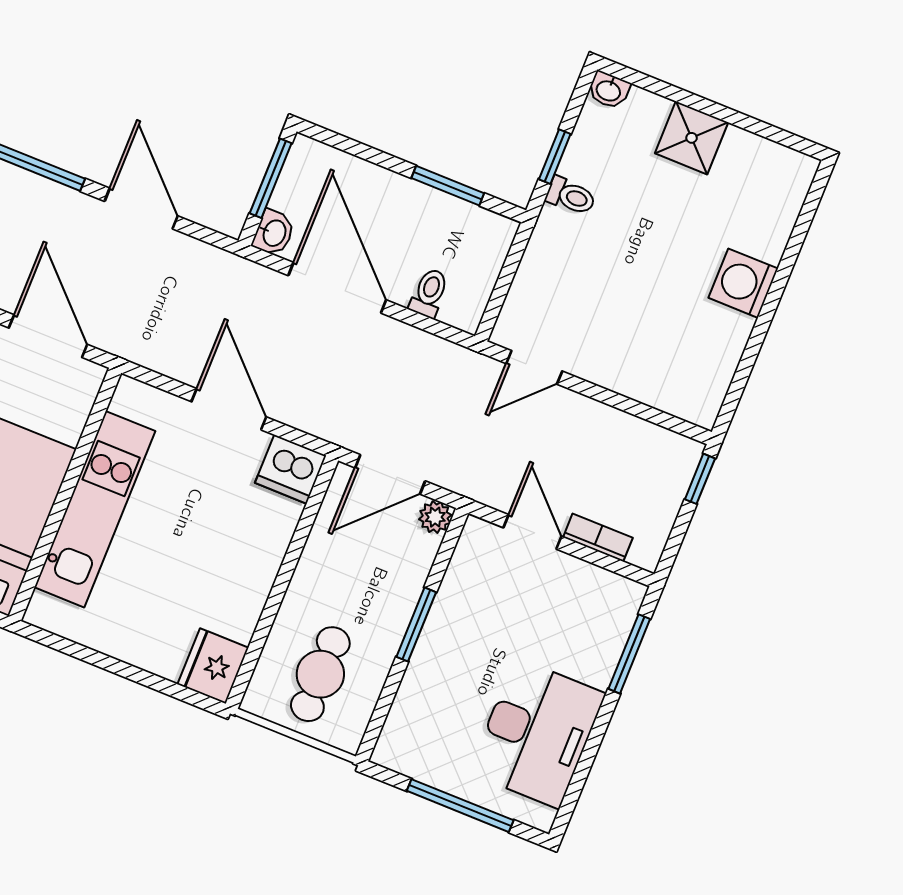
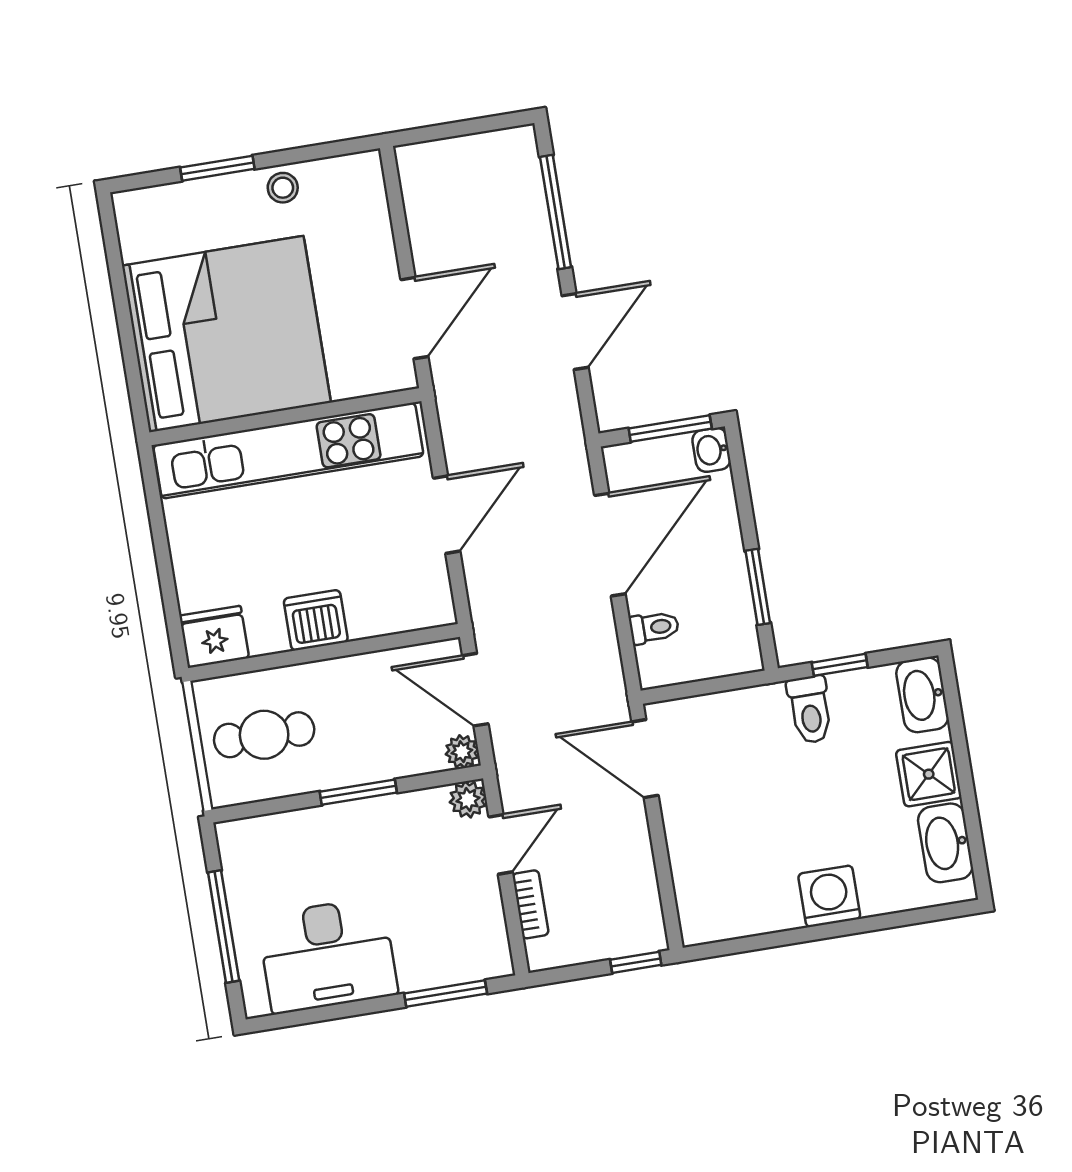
washbasin: (609, 90) -> (922, 695), width x1.91, depth x1.45
washbasin: (758, 159) -> (945, 843), added
toilet: (571, 196) -> (810, 710), width x1.37, depth x1.39
washbasin: (274, 233) -> (711, 450), moved, turned 90
door: (534, 367) -> (645, 759), width x1.38
dishwasher: (291, 469) -> (316, 620), moved, turned 90
kitchen unit: (95, 509) -> (288, 451), width x1.36
plant: (478, 536) -> (468, 799), added

